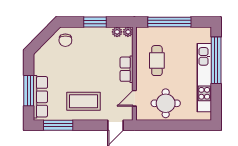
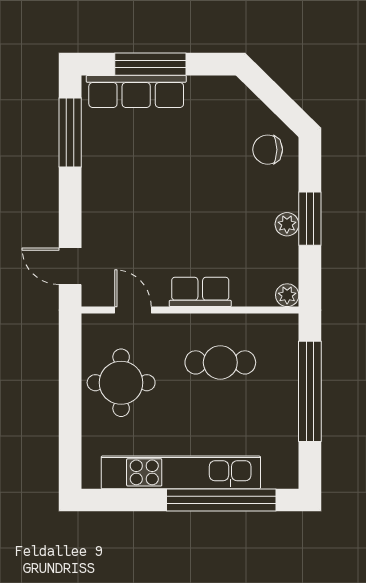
plant: (117, 32) -> (287, 224), moved
coffee table: (84, 101) -> (126, 192), removed

